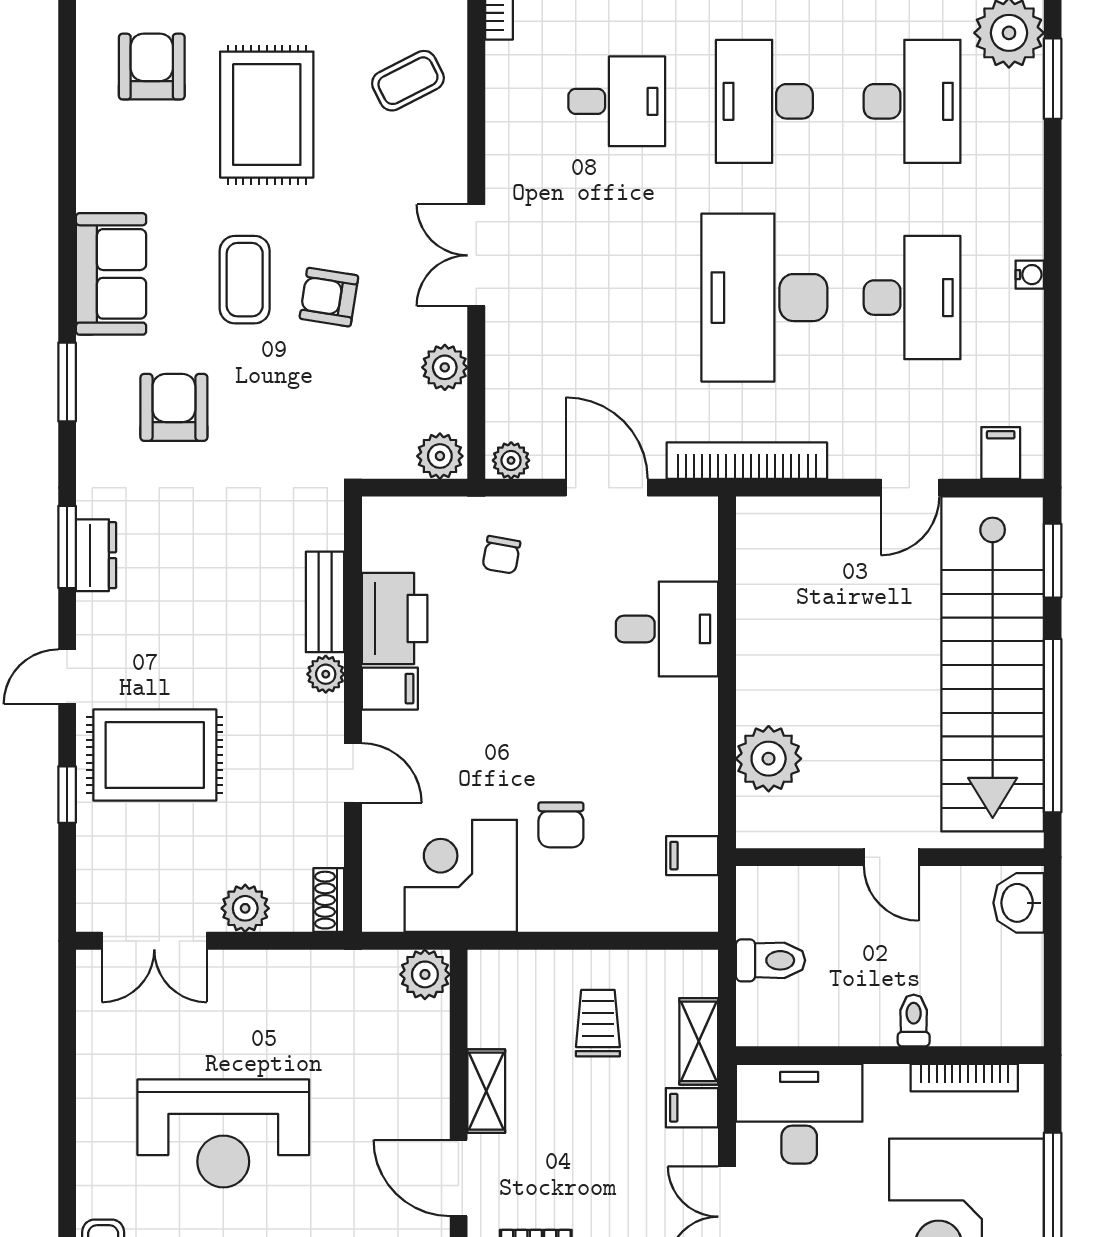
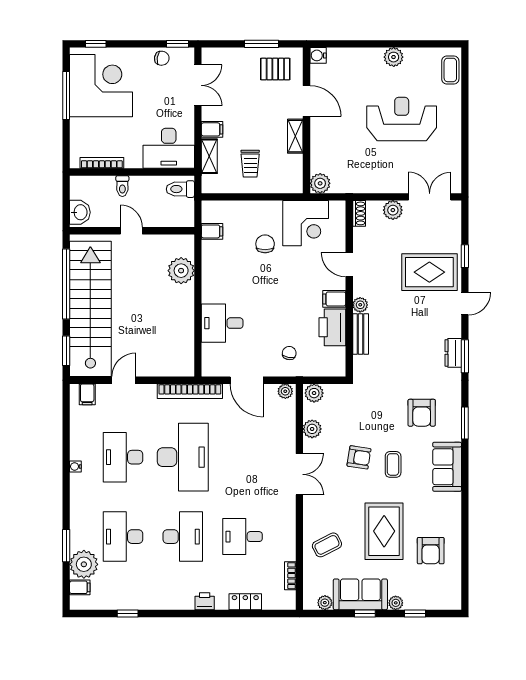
coffee table: (245, 280) -> (393, 464), width x0.73, depth x0.77
toilet: (914, 1020) -> (122, 186), moved
wall: (890, 1055) -> (132, 172), moved
bookcase: (964, 1078) -> (102, 163), moved
desk: (799, 1114) -> (169, 148), moved

